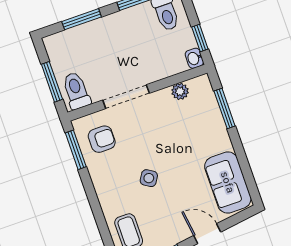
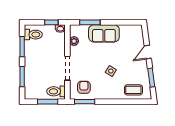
sofa: (228, 182) -> (104, 33), moved

